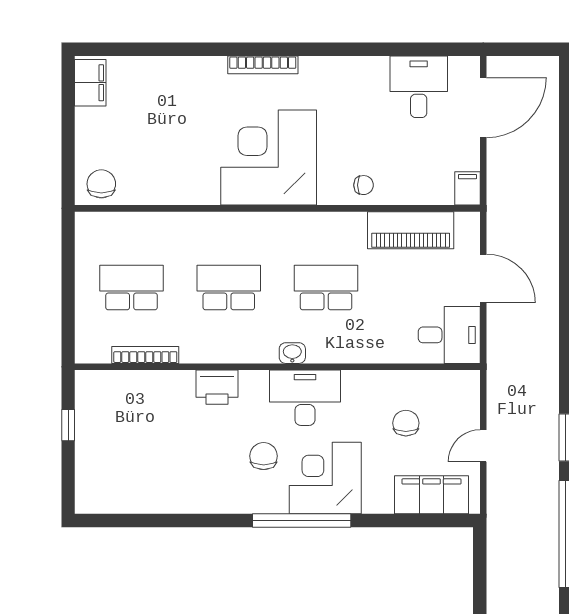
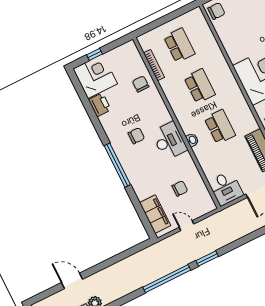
washbasin: (292, 353) -> (192, 140), moved
printer: (217, 387) -> (100, 105), moved, turned 180
chair: (169, 398) -> (141, 84), added
window: (68, 425) -> (94, 54), moved
corner desk: (325, 478) -> (95, 76), moved

